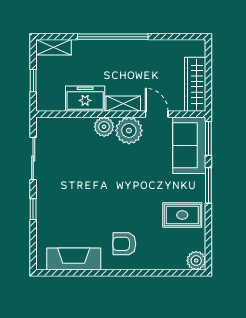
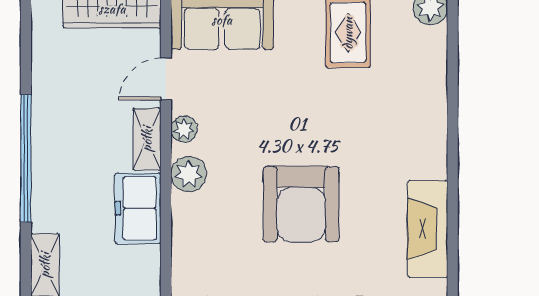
plant: (129, 131) -> (184, 129), width x0.53, depth x0.53
armchair: (124, 244) -> (301, 204), moved, width x1.88, depth x1.88

